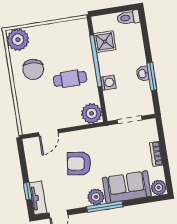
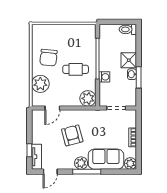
plant: (18, 40) -> (40, 84), moved
shower: (105, 42) -> (129, 60), moved
armchair: (79, 164) -> (72, 135), turned 67

